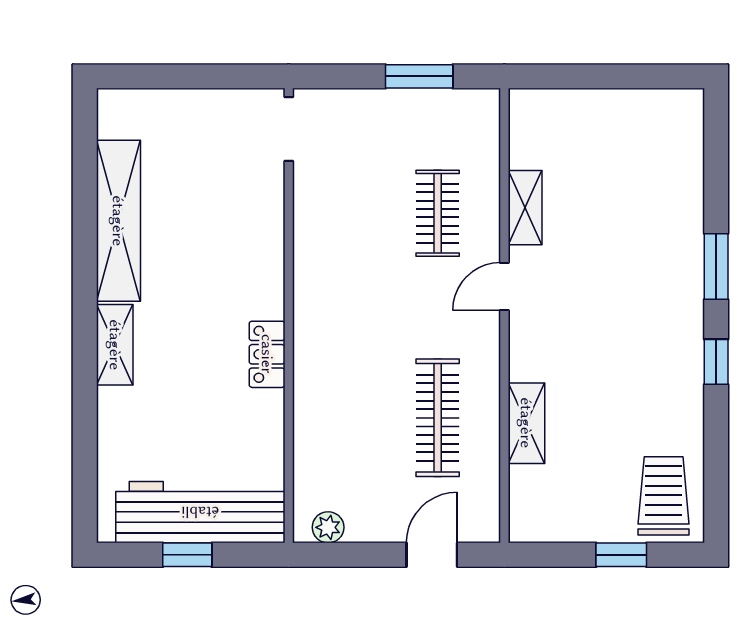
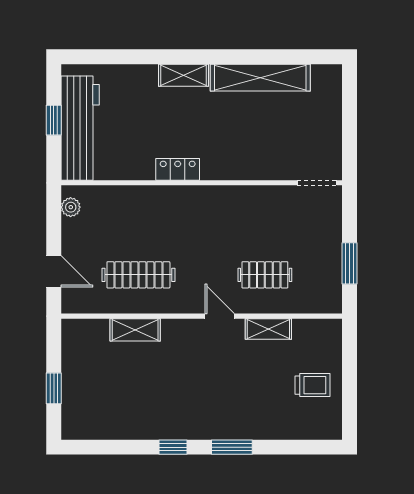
trolley: (664, 496) -> (312, 385), moved, width x0.73, depth x0.72

